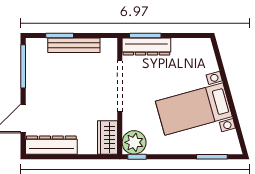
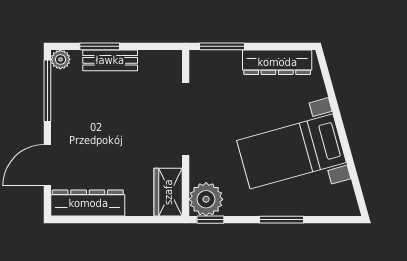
plant: (32, 45) -> (60, 59), added
bench: (74, 45) -> (110, 60), width x0.73
dresser: (146, 47) -> (277, 62), moved
window: (212, 157) -> (282, 220), moved

